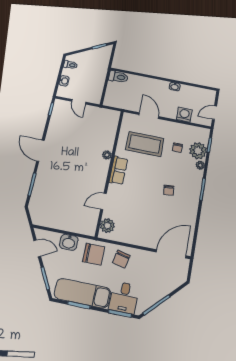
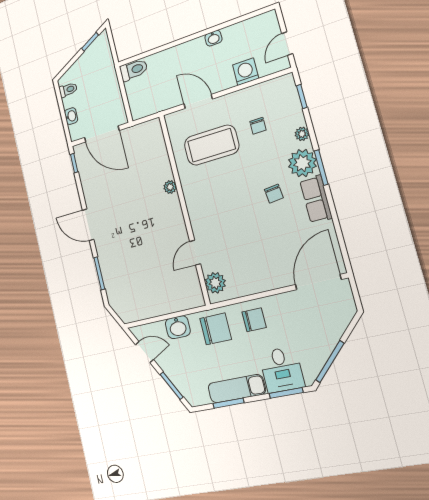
door: (79, 102) -> (102, 134), width x1.88
plant: (198, 151) -> (302, 163), moved
row of seats: (118, 170) -> (316, 199), moved, turned 180
chair: (121, 259) -> (254, 320), turned -103
exam couch: (82, 293) -> (237, 389), width x0.73, depth x0.69

